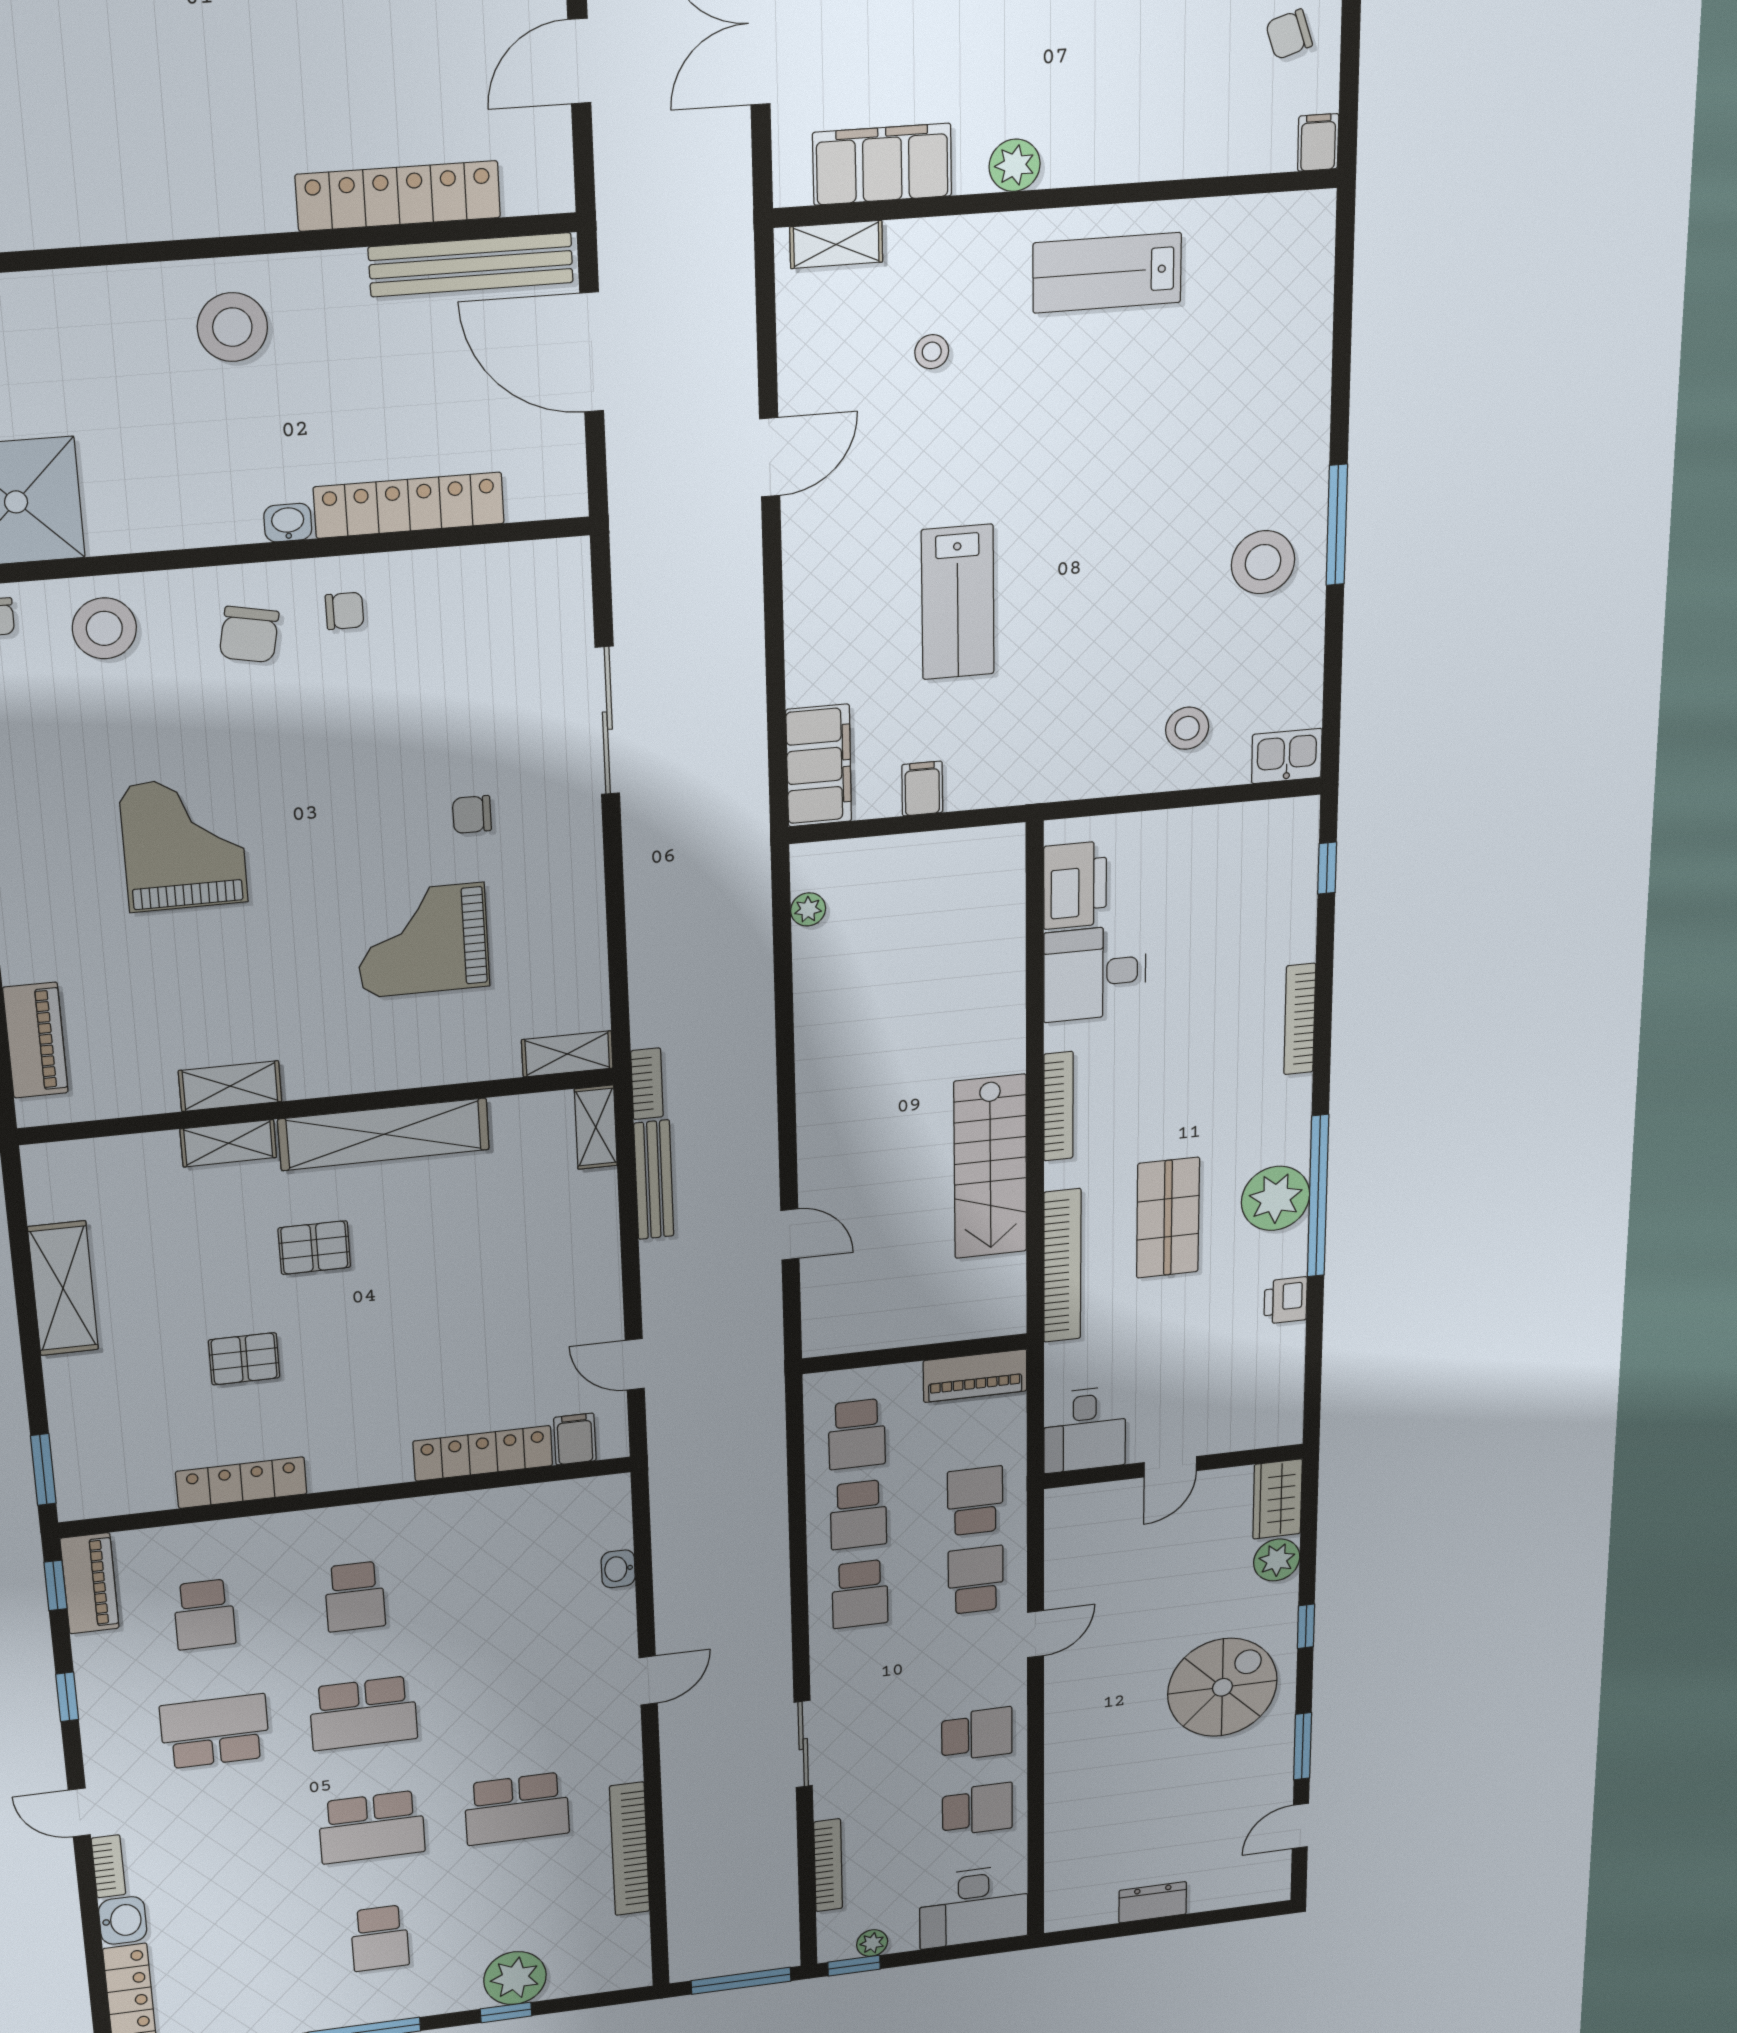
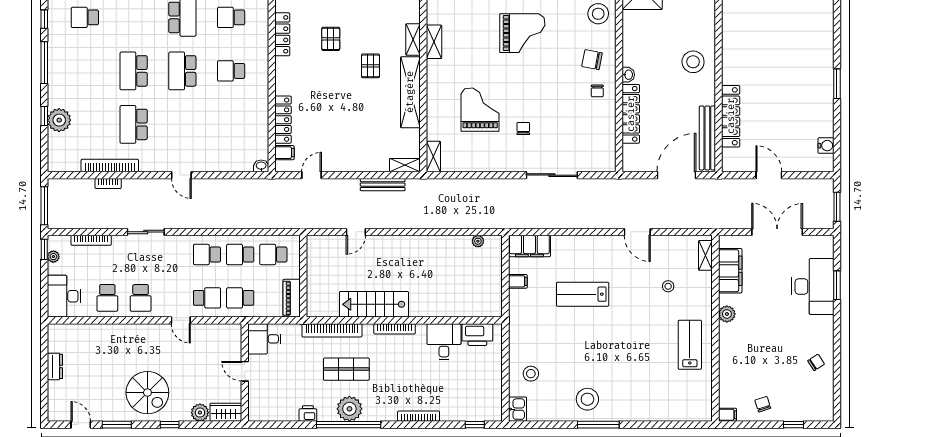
bookcase: (647, 1084) -> (108, 183), moved
school desk: (975, 1501) -> (240, 298), turned 180
washbasin: (618, 1569) -> (261, 166), moved
school desk: (380, 1938) -> (85, 17), moved

